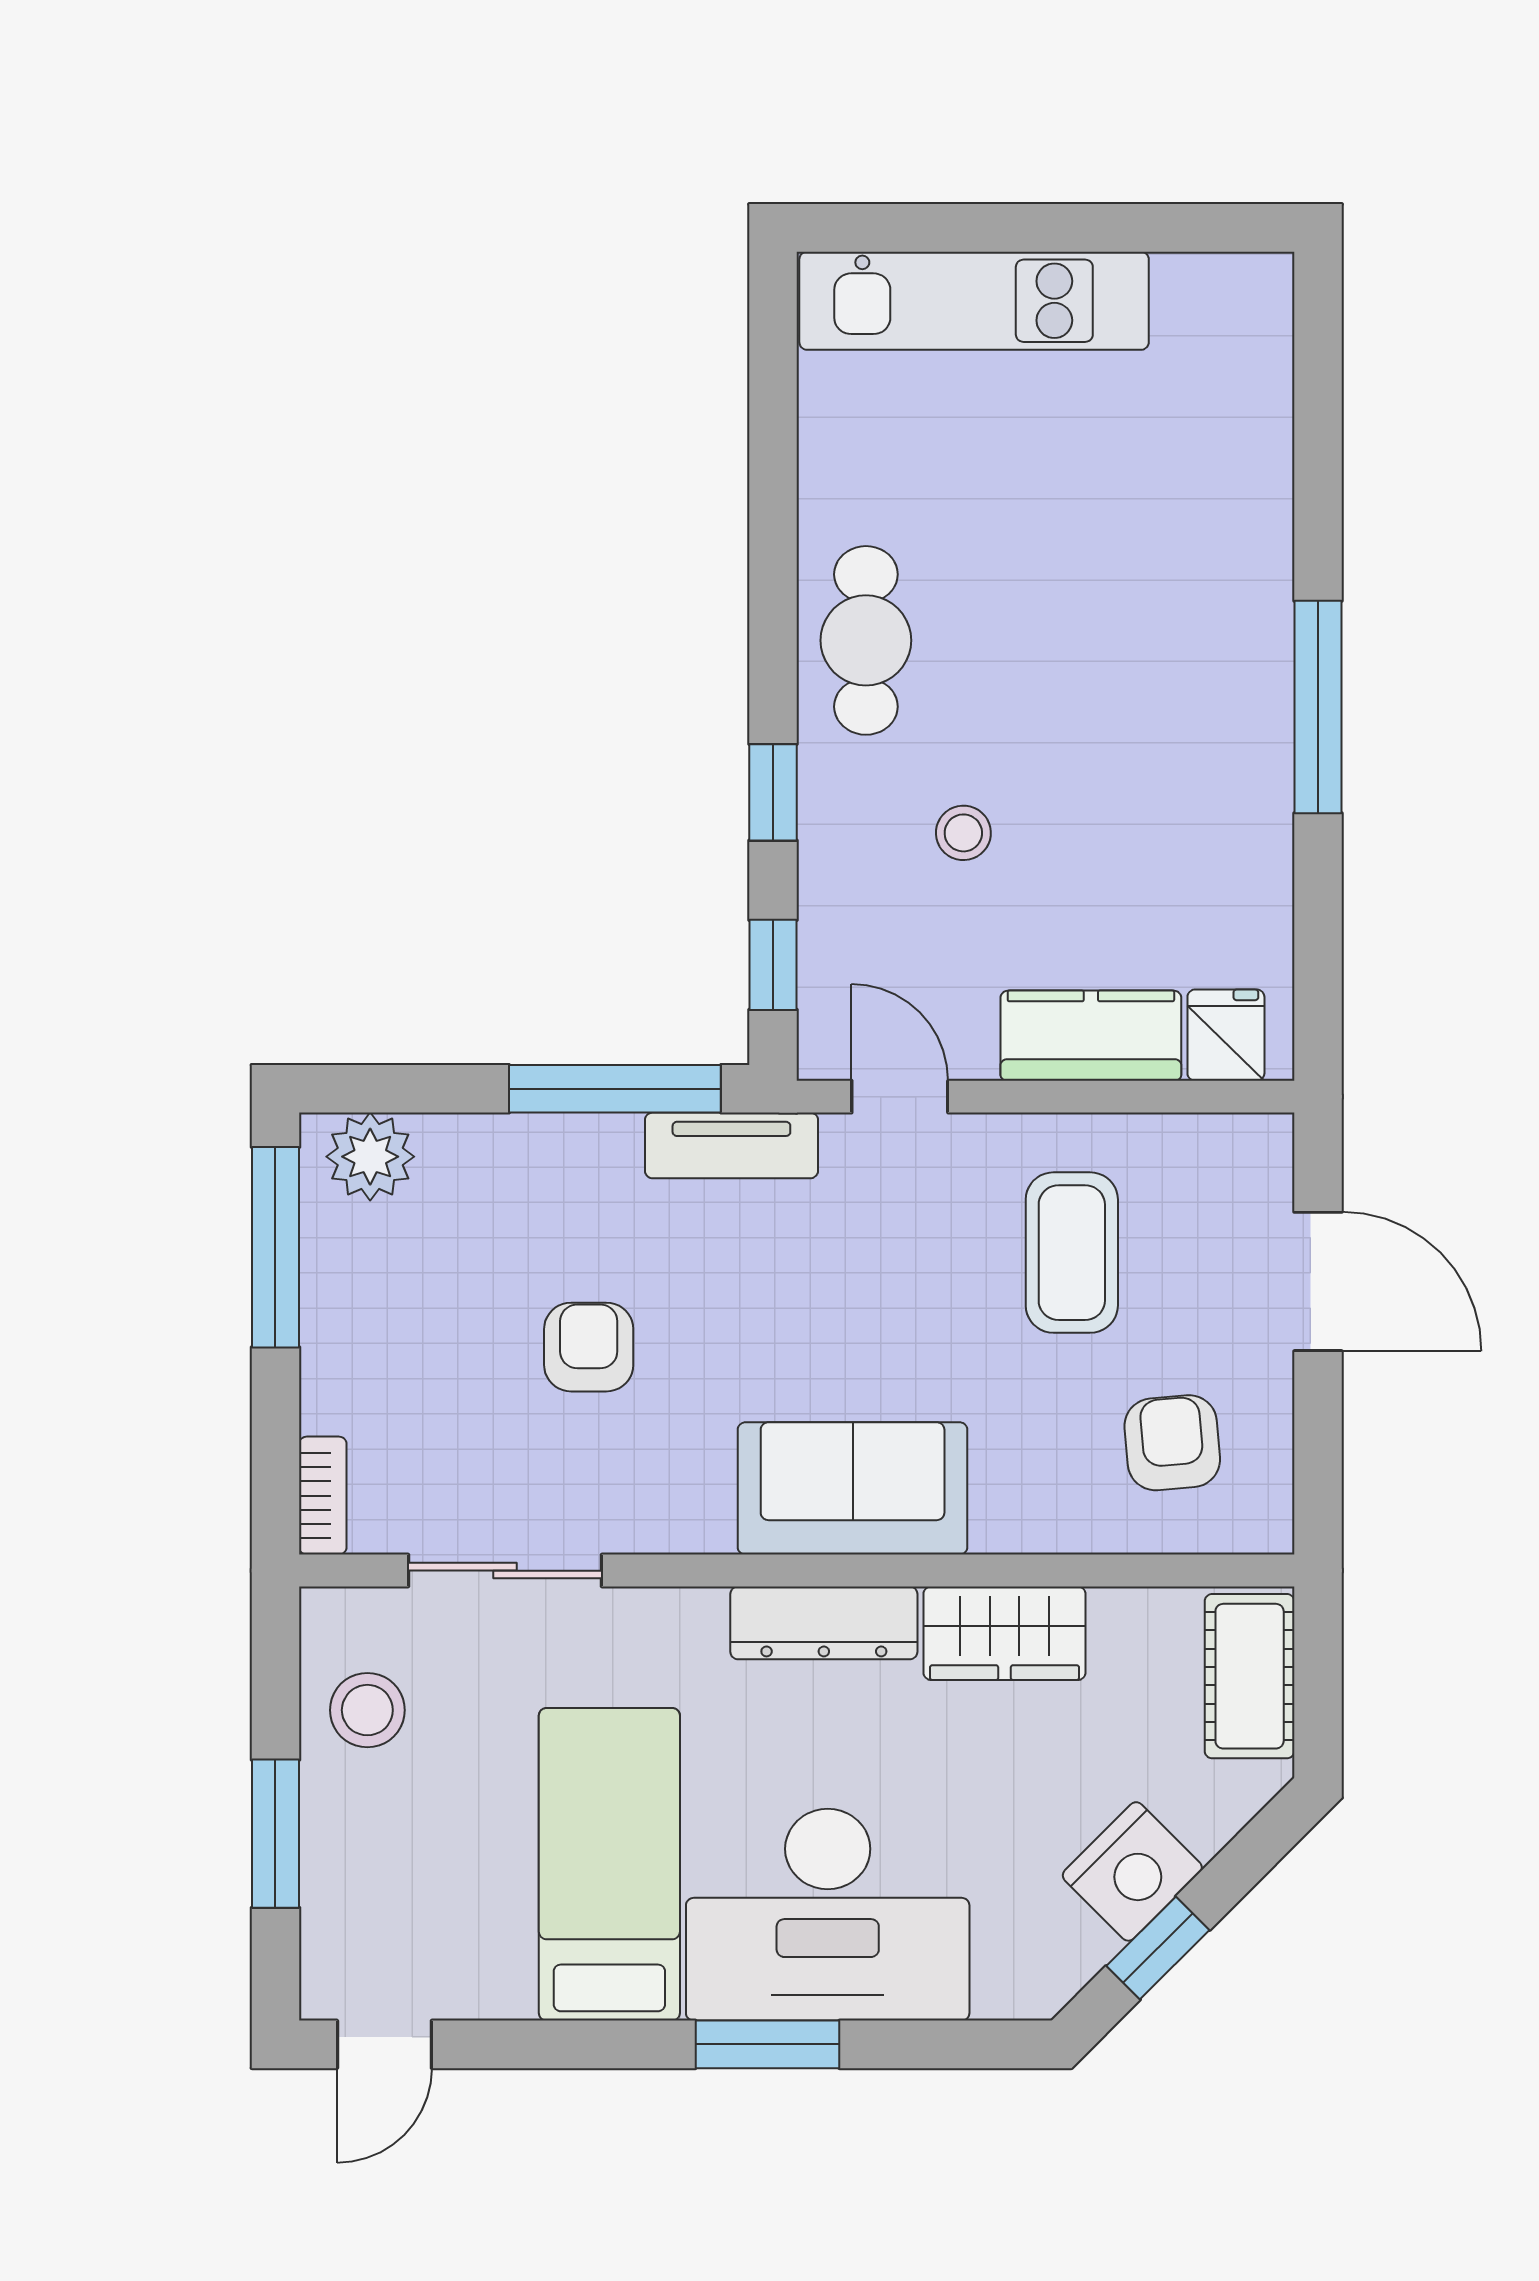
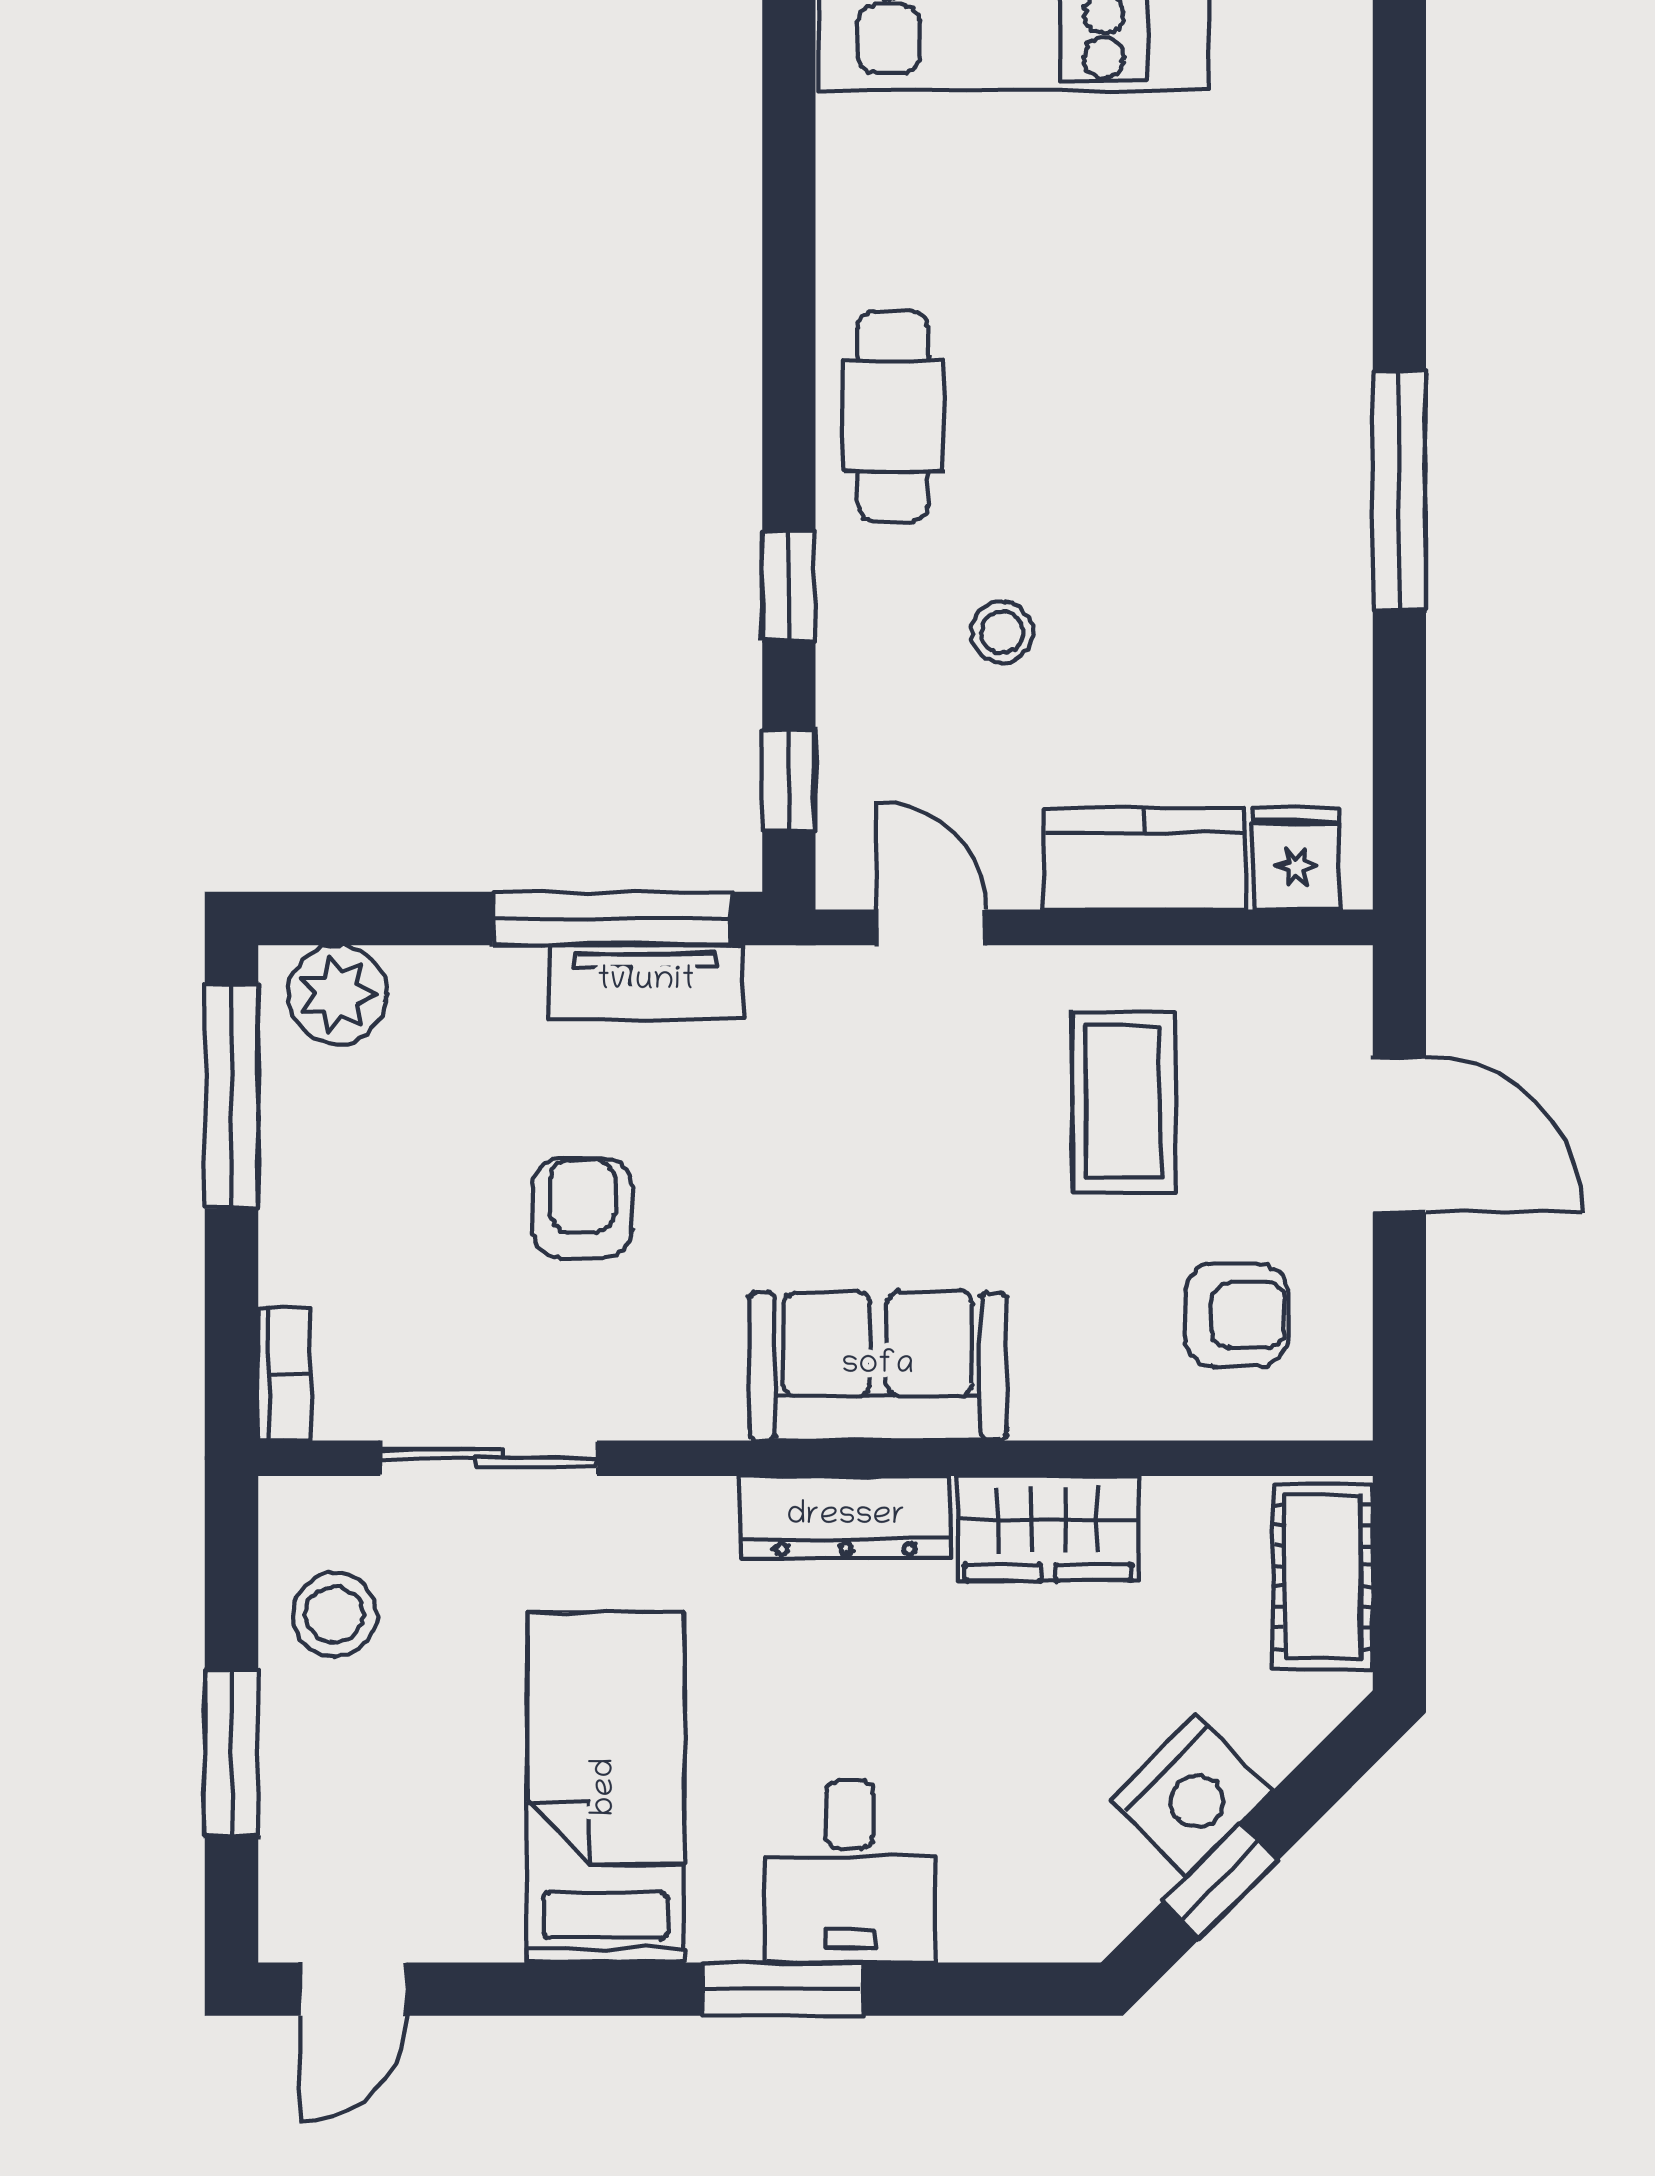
tv unit: (731, 1145) -> (646, 982), moved
armchair: (1172, 1443) -> (1236, 1315), turned 95
desk: (828, 1915) -> (850, 1871), width x0.53, depth x0.77

